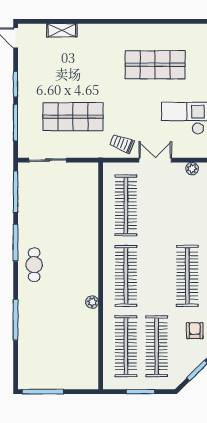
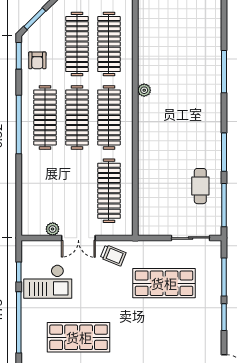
plant: (192, 169) -> (53, 229), moved
cafe table: (34, 265) -> (200, 186), moved
clothes rail: (157, 276) -> (77, 117), added

